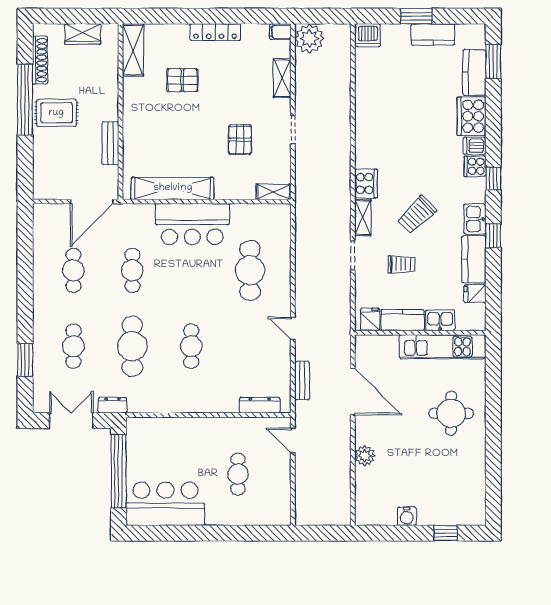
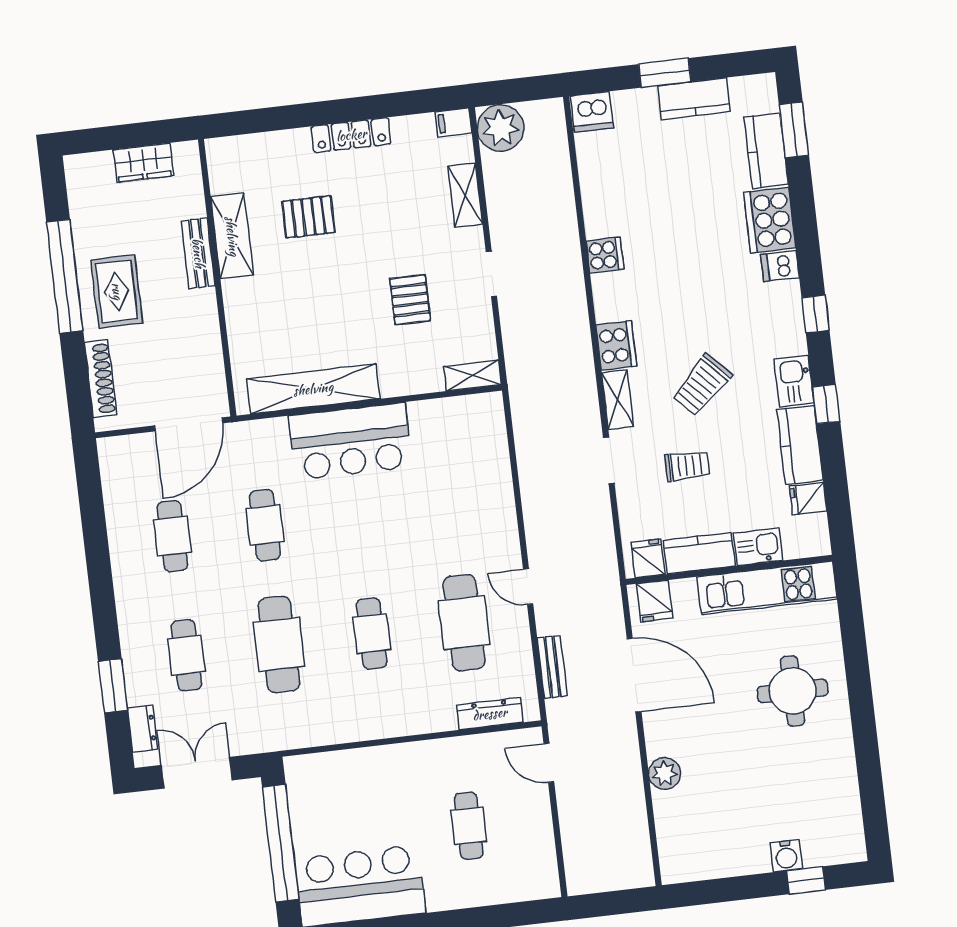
shelving: (133, 50) -> (232, 236), moved
shoe rack: (40, 60) -> (101, 379), moved
rug: (56, 113) -> (117, 291), turned 90
bench: (110, 143) -> (198, 253), moved
cooker: (475, 166) -> (605, 255), moved, turned 180
cafe table: (250, 270) -> (464, 623), moved
fridge: (371, 347) -> (655, 601), added
dresser: (113, 405) -> (143, 729), moved, turned 90
water cooler: (407, 516) -> (786, 856), moved

